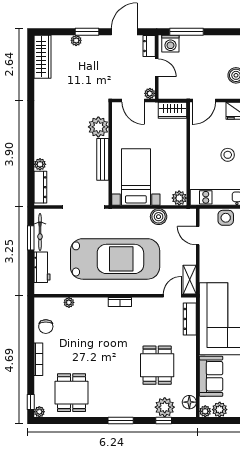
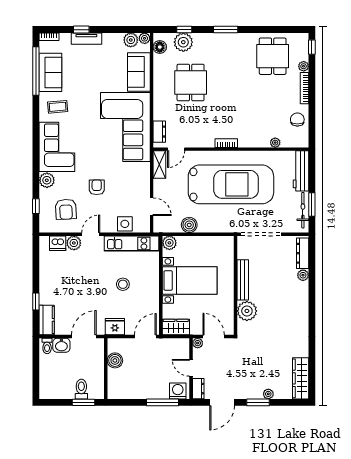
bed with nightstands: (136, 177) -> (190, 280), moved, turned -90
car: (115, 259) -> (231, 184), turned 180
workbench: (42, 267) -> (301, 171), width x1.38
dresser: (190, 319) -> (159, 132), width x0.70
plant: (39, 412) -> (304, 66), moved

